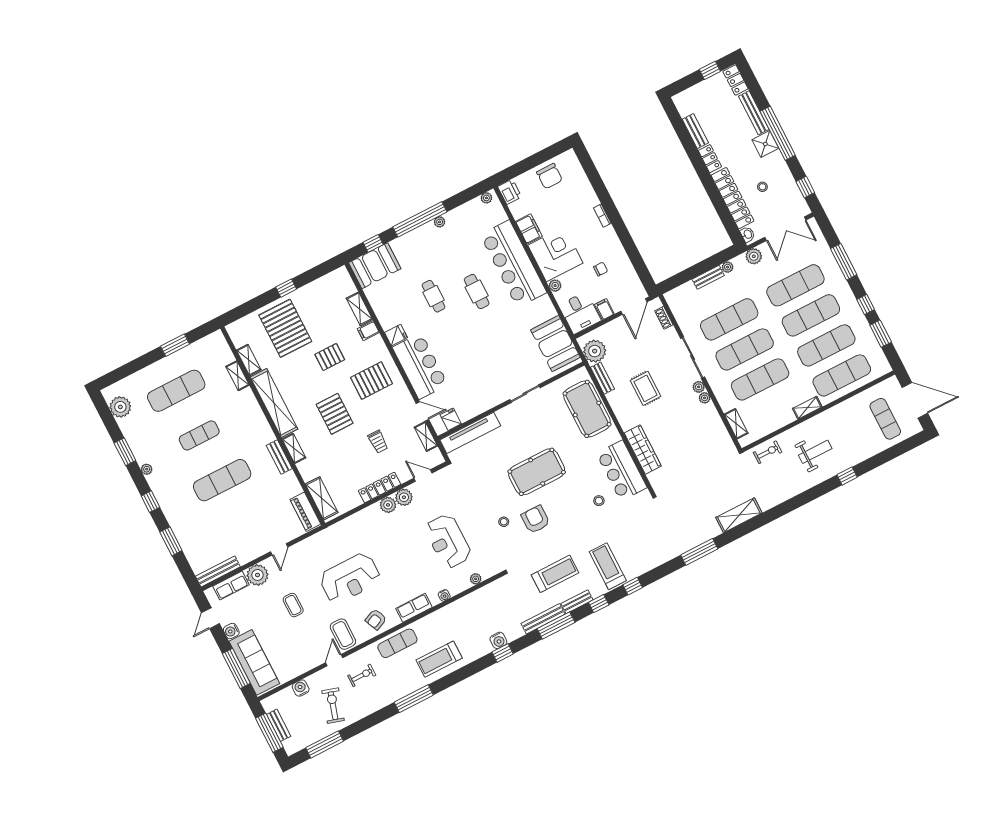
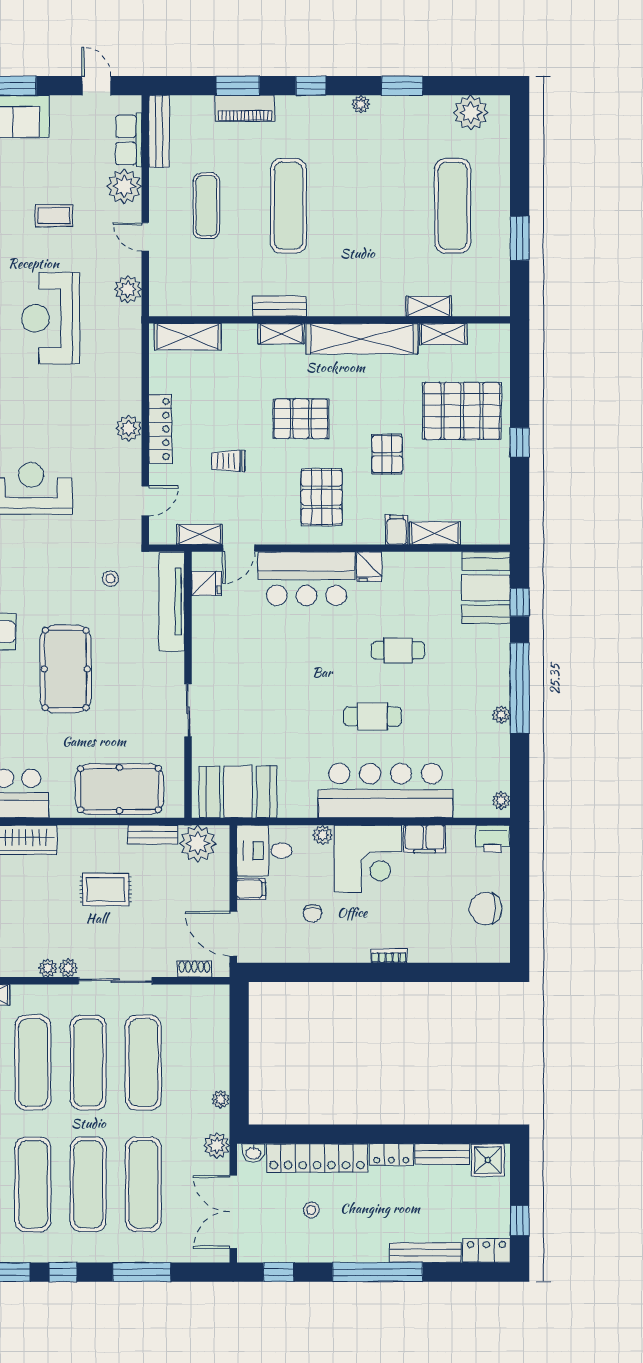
shower: (765, 144) -> (488, 1160), moved
bench: (708, 277) -> (220, 1063), removed
exercise mat: (199, 435) -> (206, 206), moved
plant: (404, 497) -> (128, 289), moved
piano: (305, 512) -> (245, 108), moved, turned 180
stool: (504, 522) -> (110, 579), moved
water cooler: (231, 631) -> (62, 106), removed

